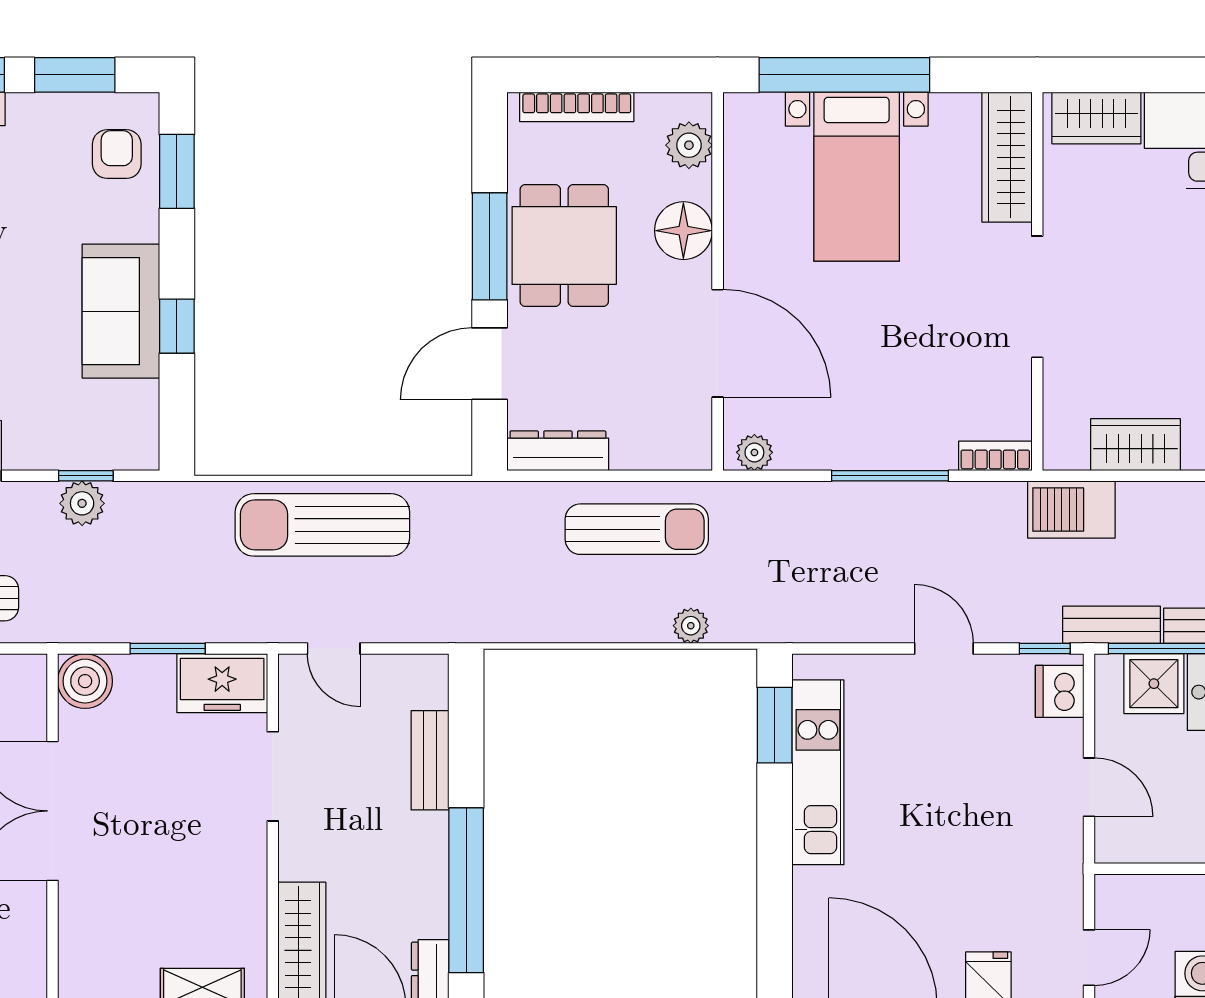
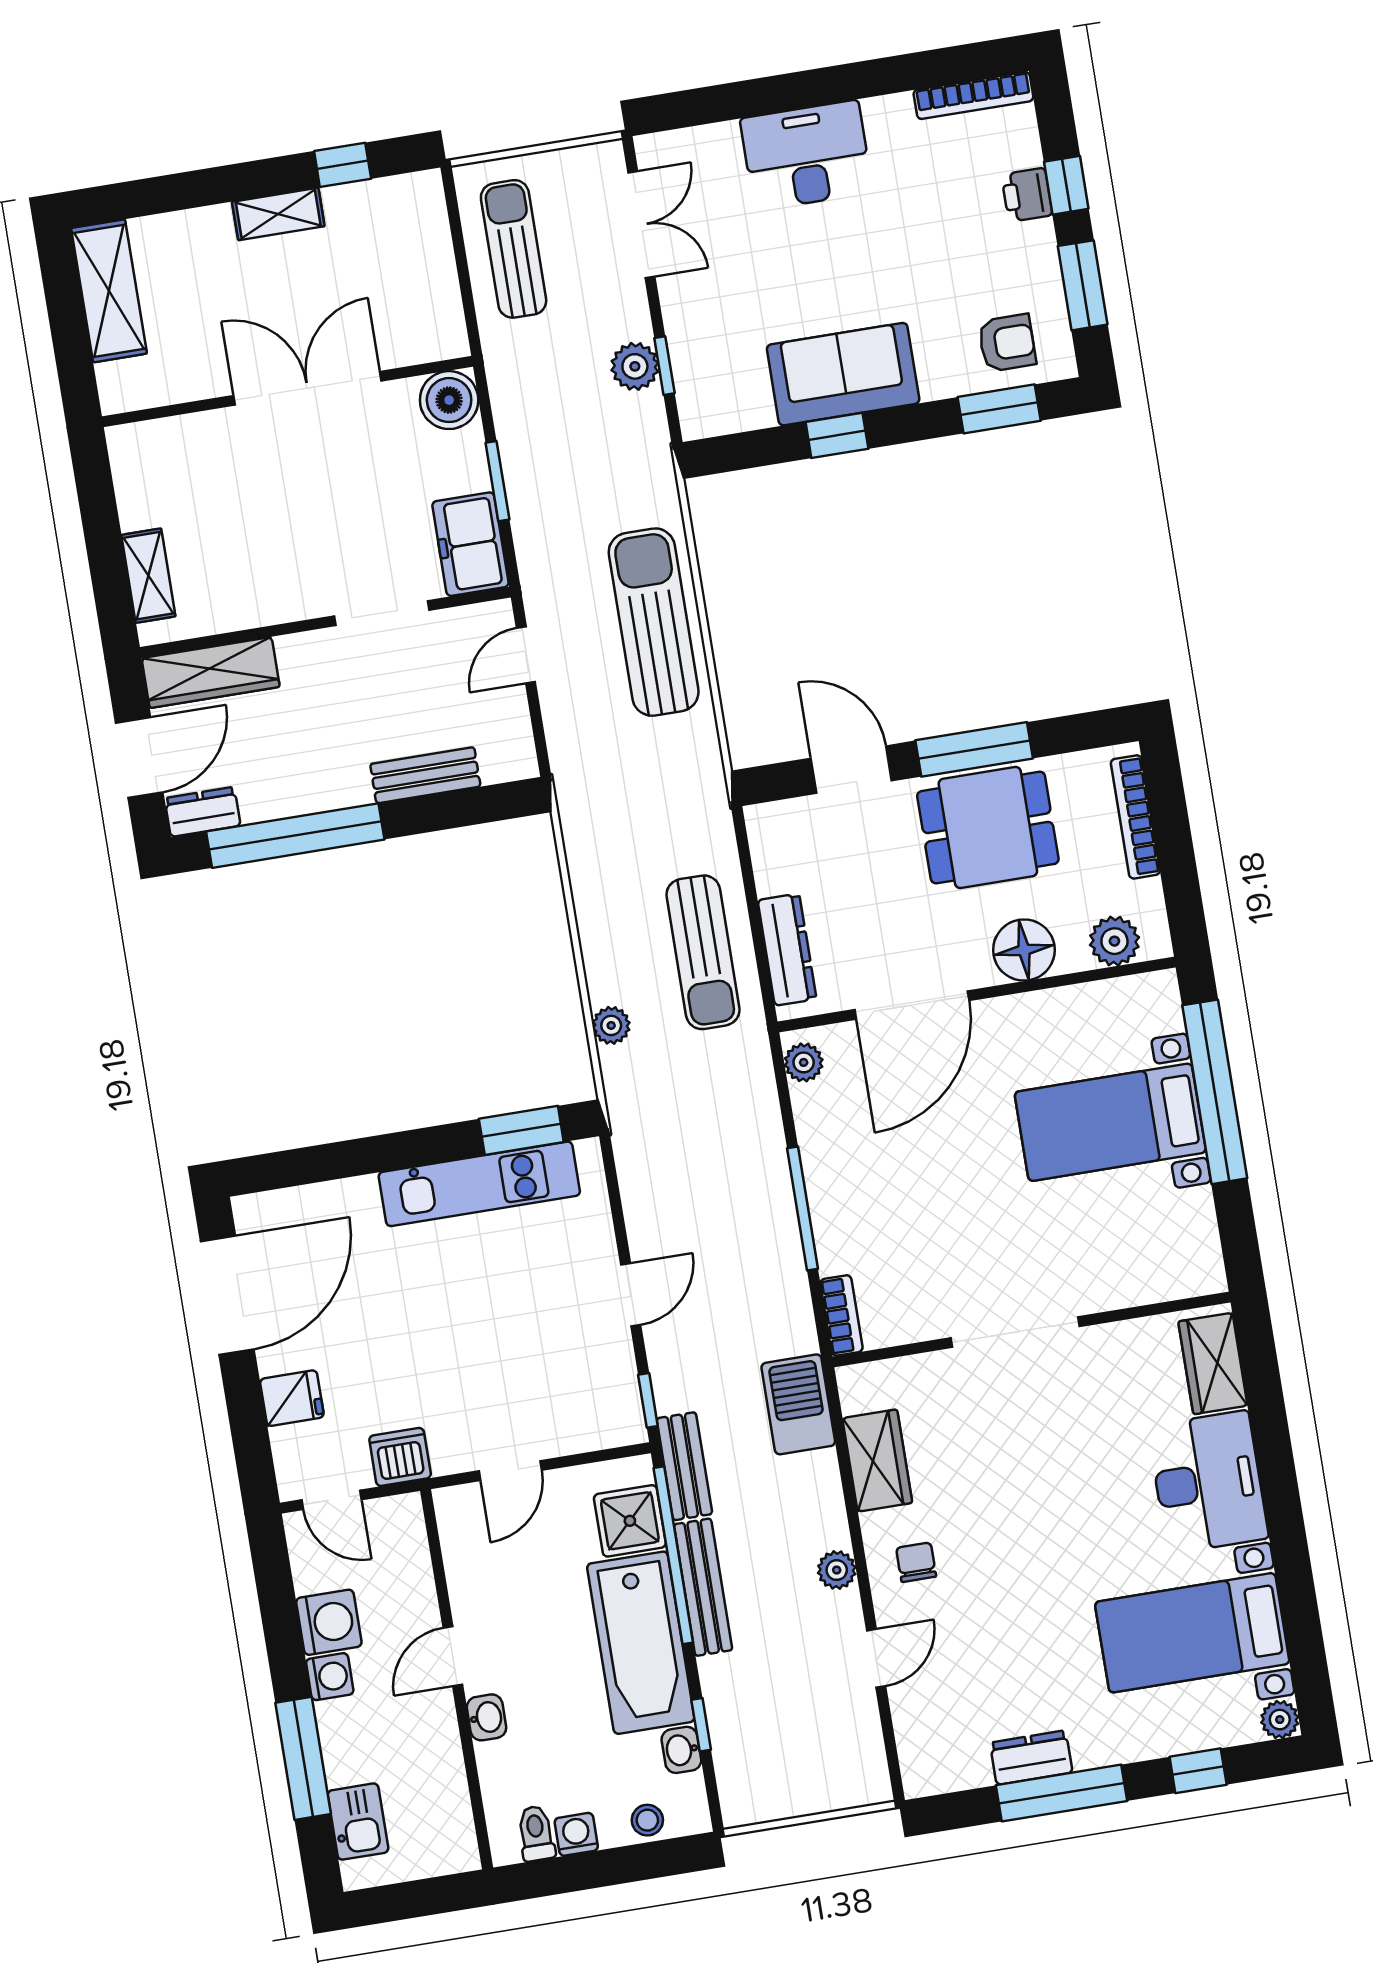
wardrobe: (1007, 157) -> (1157, 1276), removed
dresser: (558, 451) -> (787, 950), moved
dishwasher: (1060, 691) -> (400, 1457), moved

